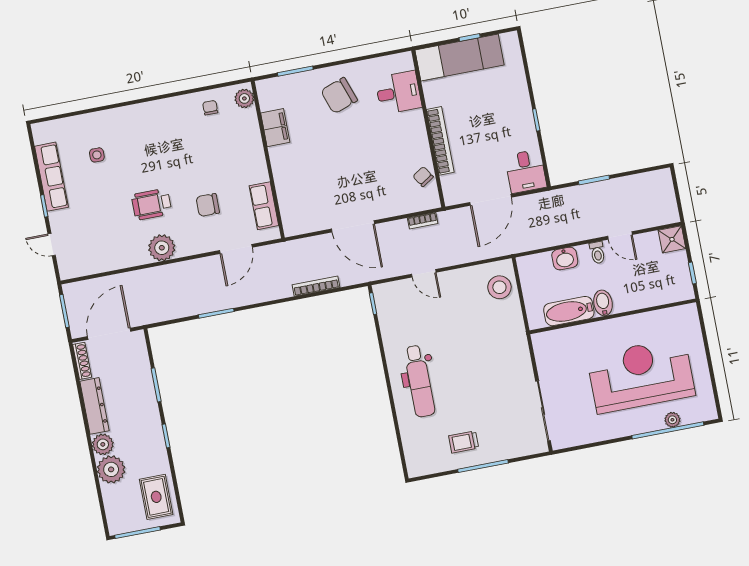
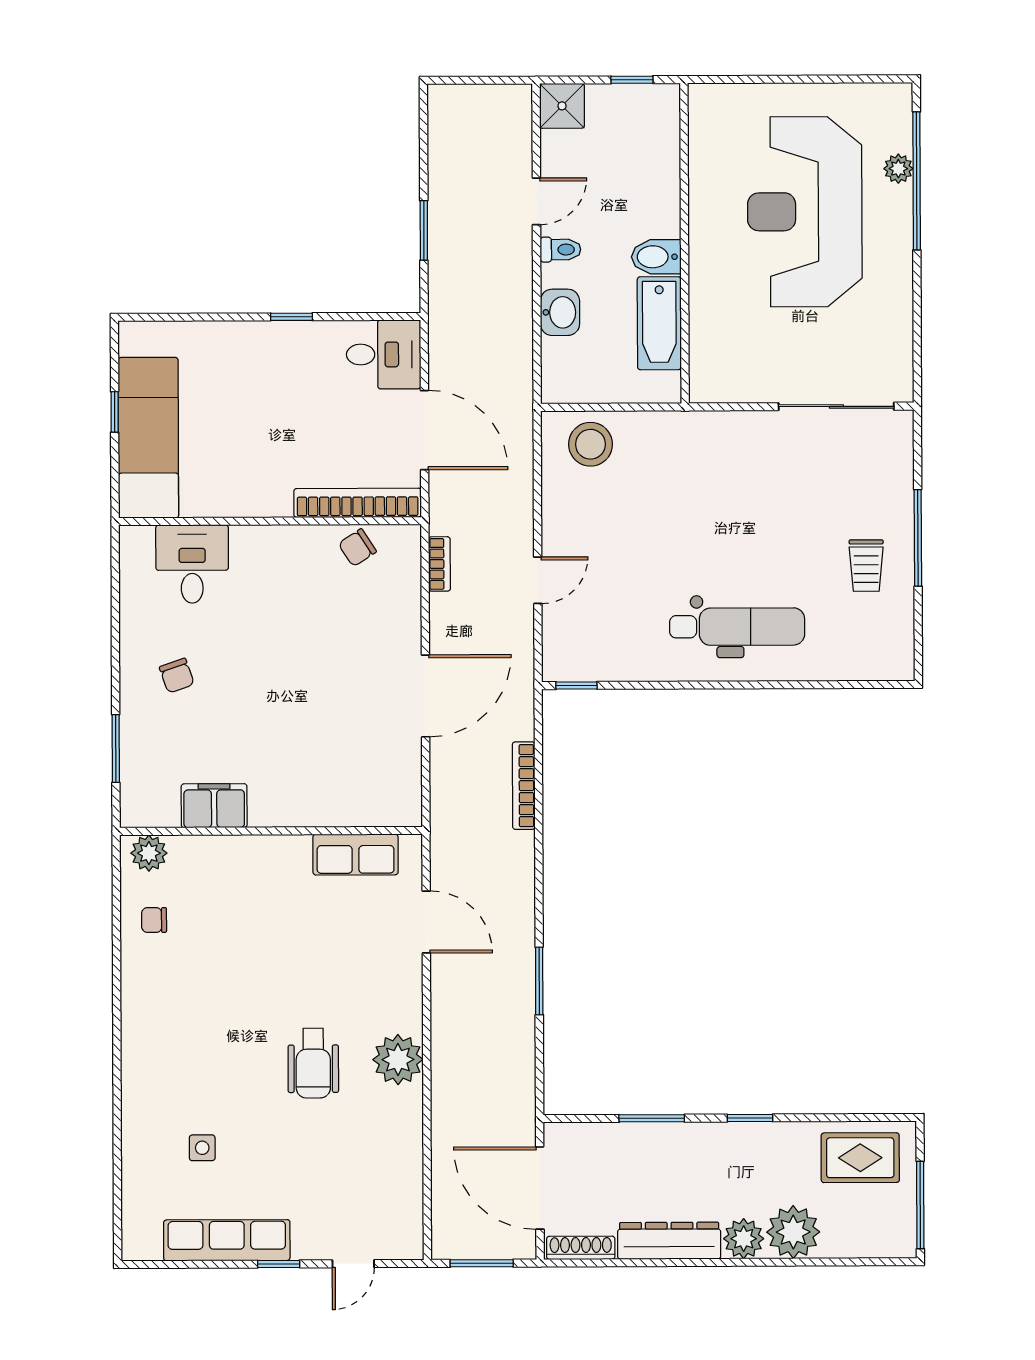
chair: (339, 96) -> (177, 676), width x0.54, depth x0.54
bookcase: (440, 141) -> (358, 503), moved
chair: (208, 205) -> (334, 959), removed

